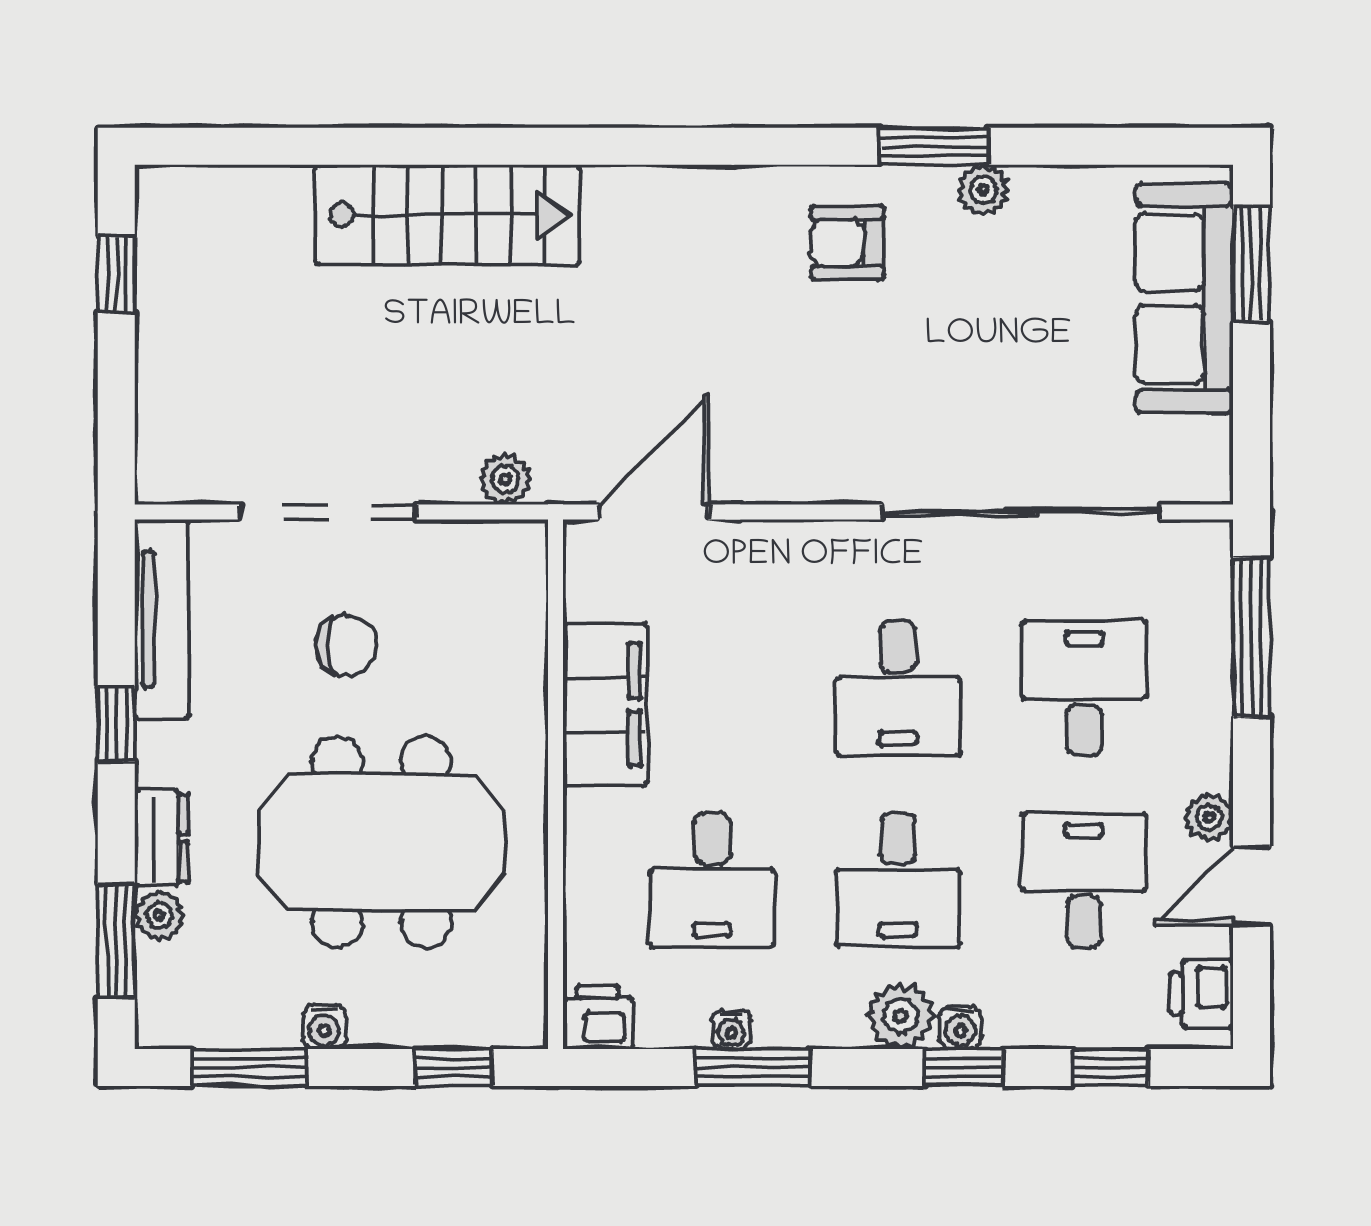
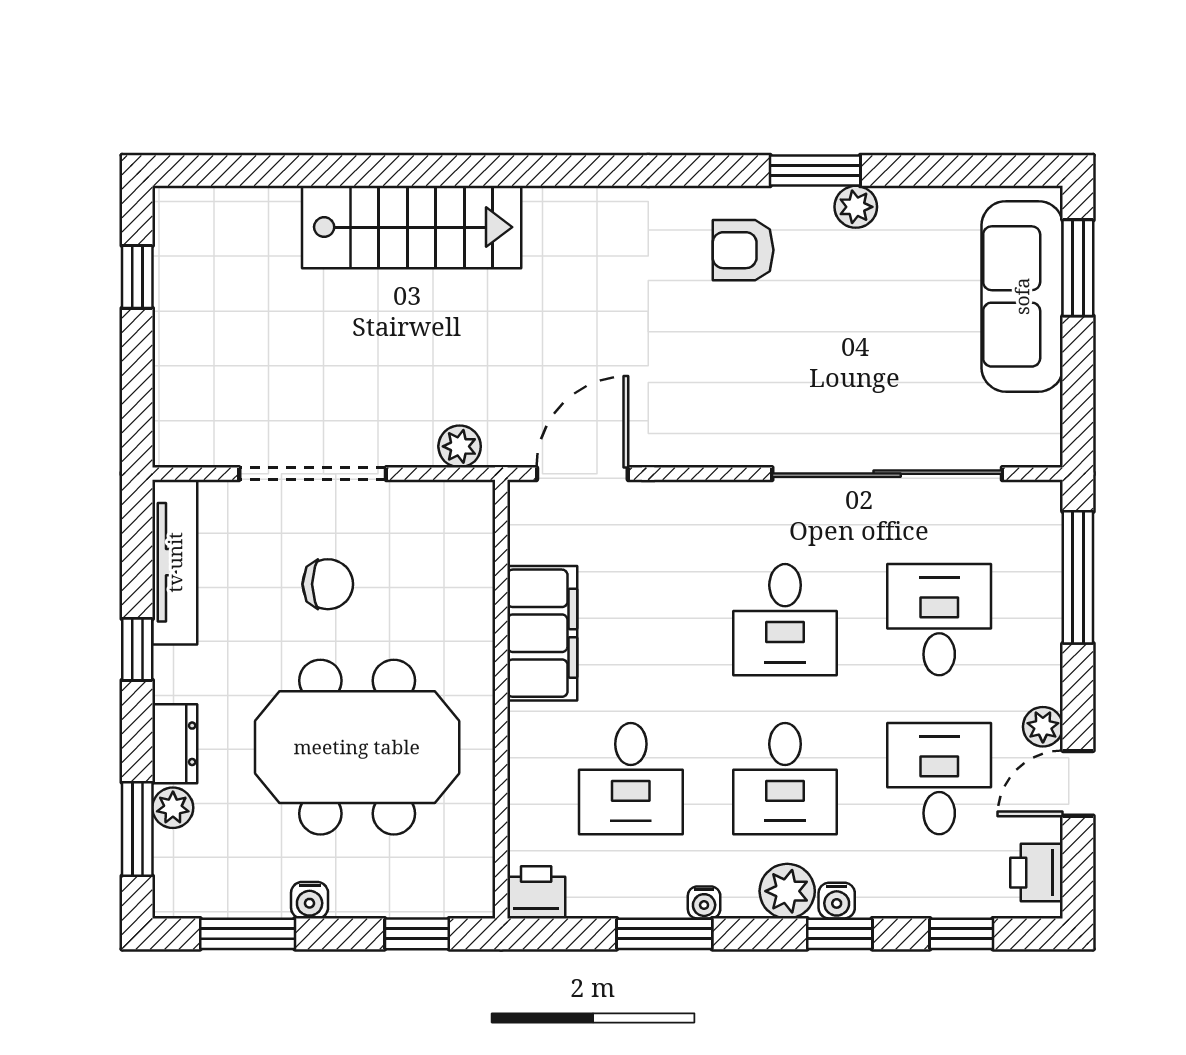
water cooler: (731, 1030) -> (704, 902), moved

